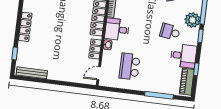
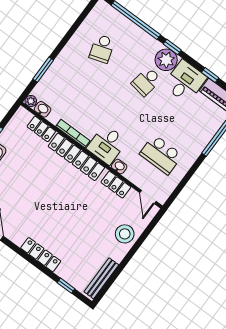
plant: (192, 20) -> (166, 60), moved
stool: (68, 72) -> (125, 234), added

